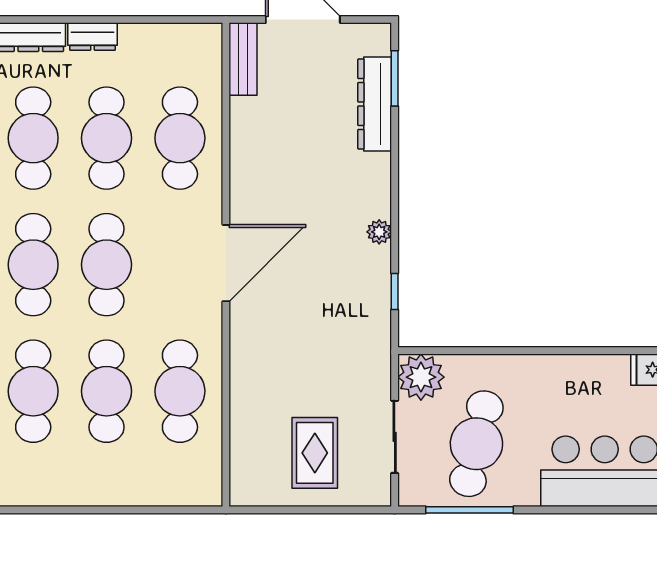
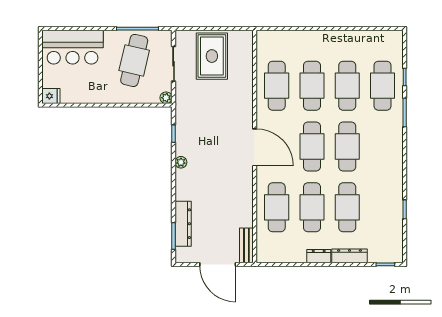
door: (226, 263) -> (255, 147), swing flipped
plant: (421, 377) -> (166, 98), width x0.53, depth x0.53
rug: (315, 453) -> (212, 56), width x1.36, depth x1.43

